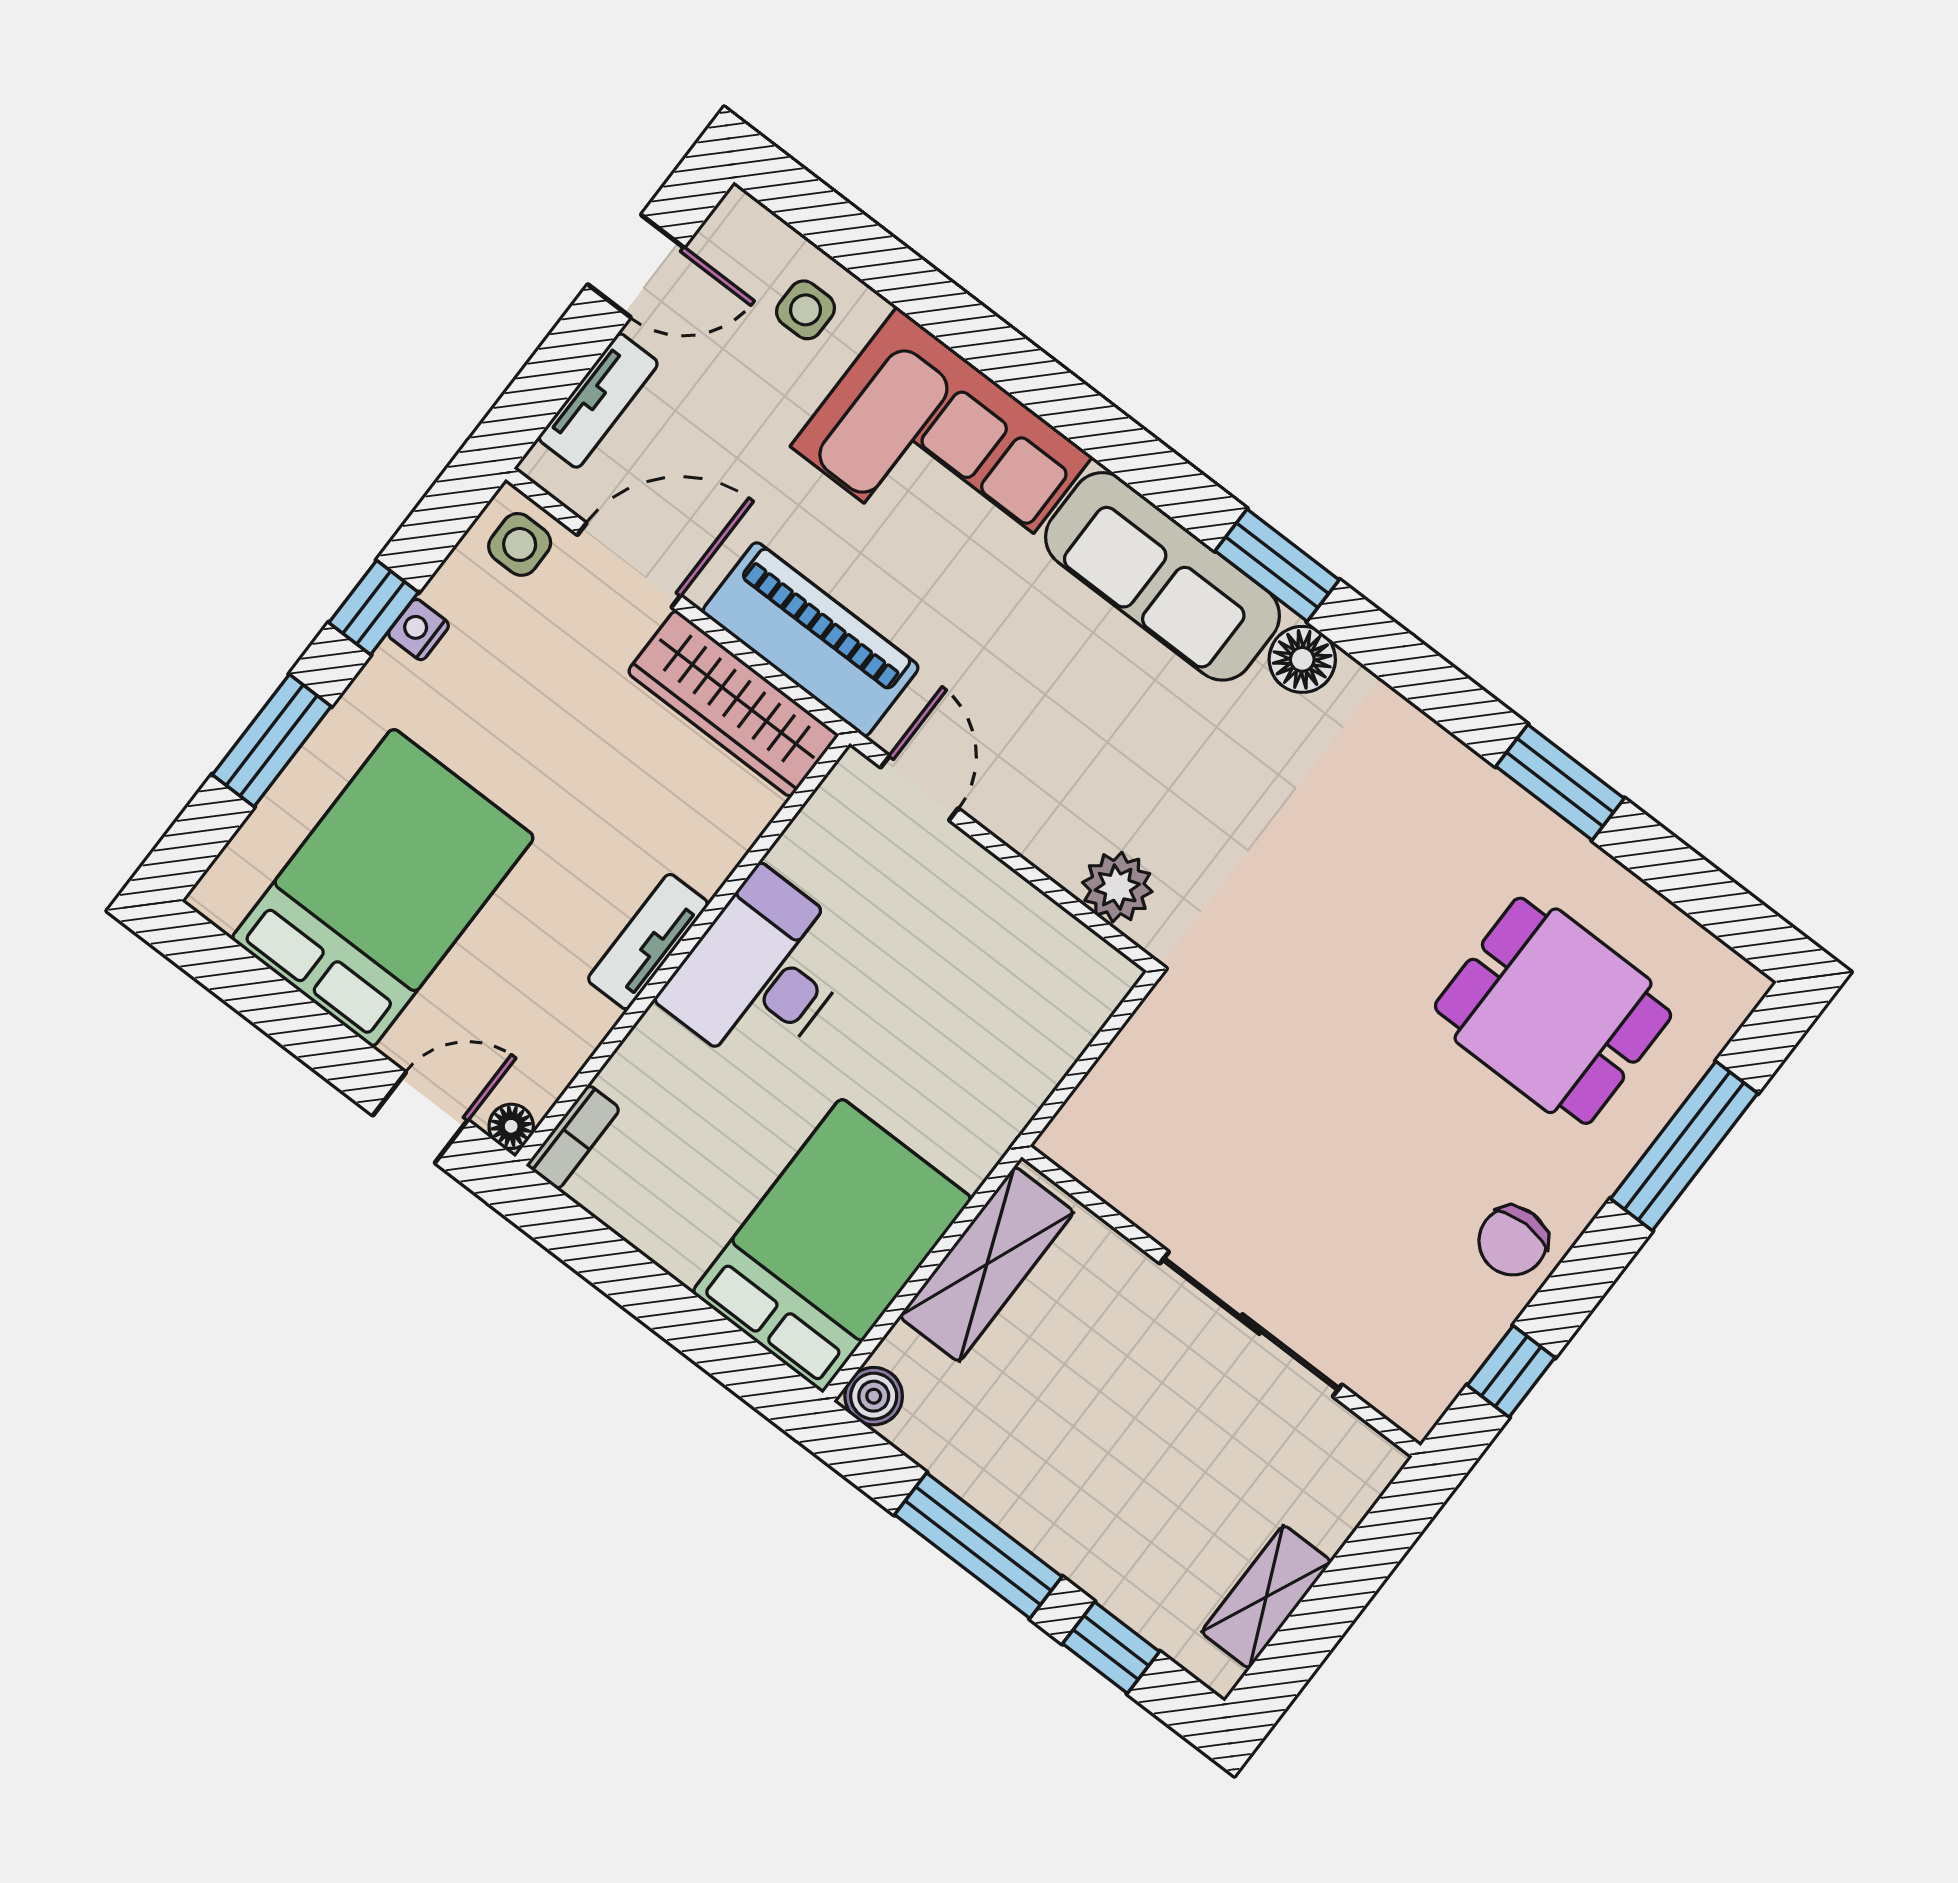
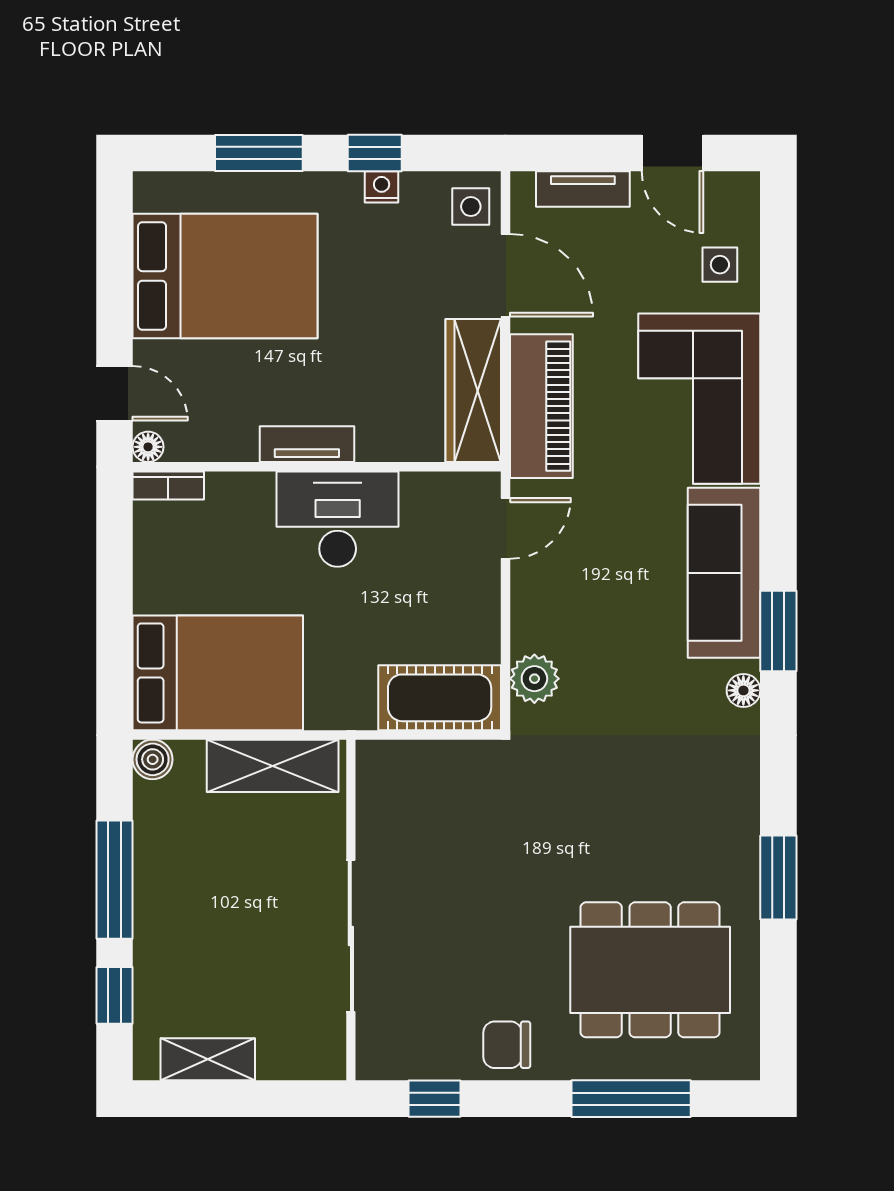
floor lamp: (1302, 659) -> (743, 690), width x0.73, depth x0.73
dining table: (1553, 1011) -> (650, 970), width x1.38
cot: (1056, 1013) -> (440, 698), added

